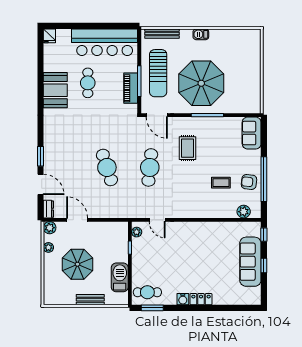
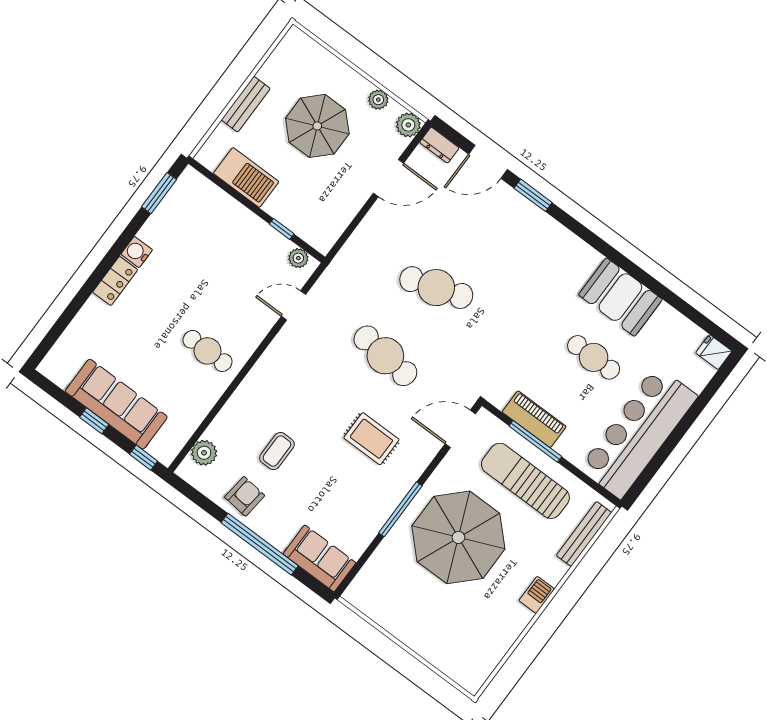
window: (264, 179) -> (260, 544), moved
cafe table: (147, 292) -> (208, 351), moved, turned 90

